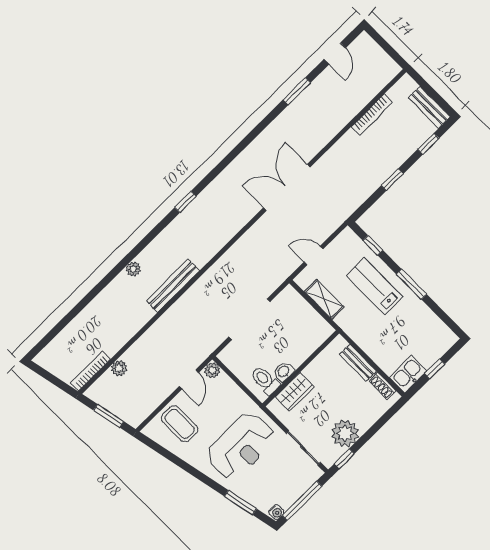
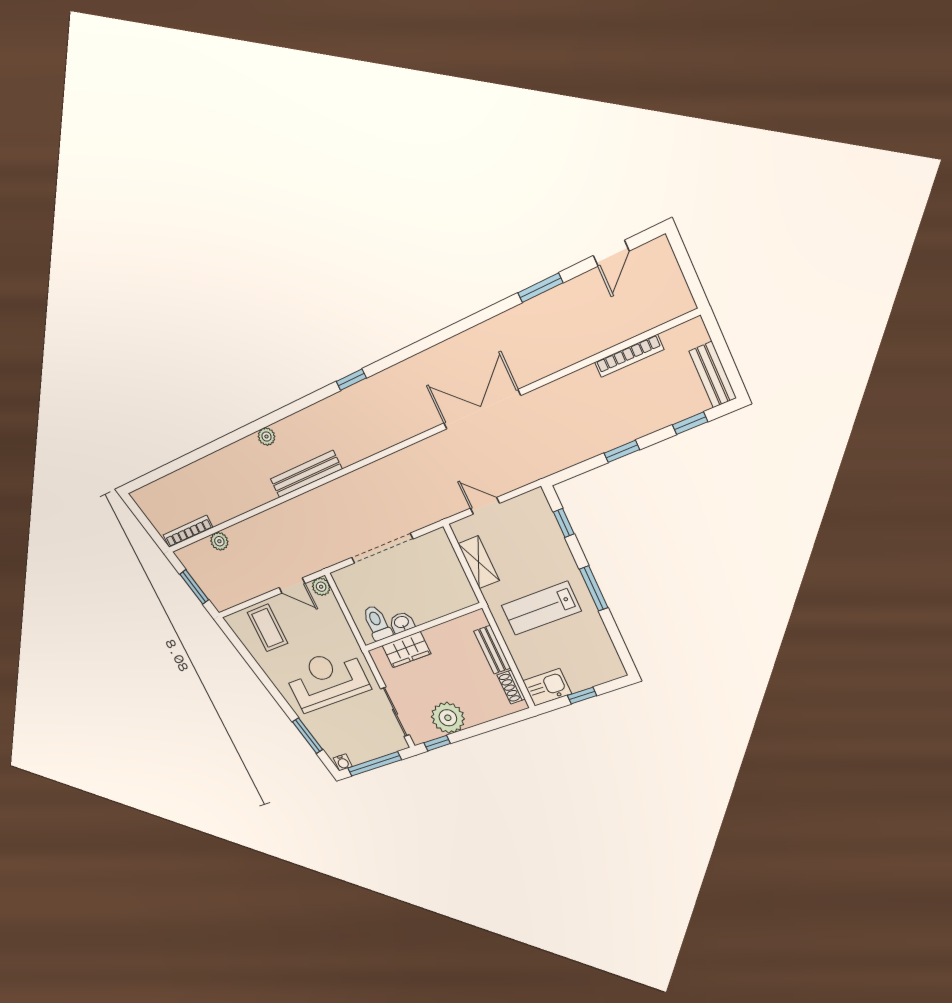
lab bench: (374, 286) -> (541, 608), moved, turned -90
door: (189, 379) -> (292, 586), hinge flipped
reception desk: (241, 446) -> (327, 680), turned 180

